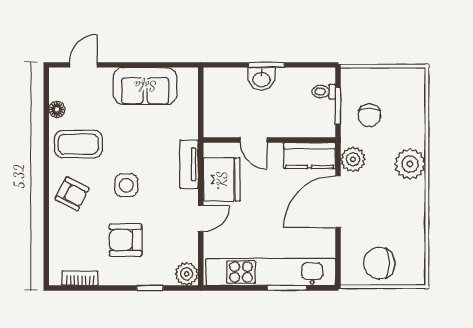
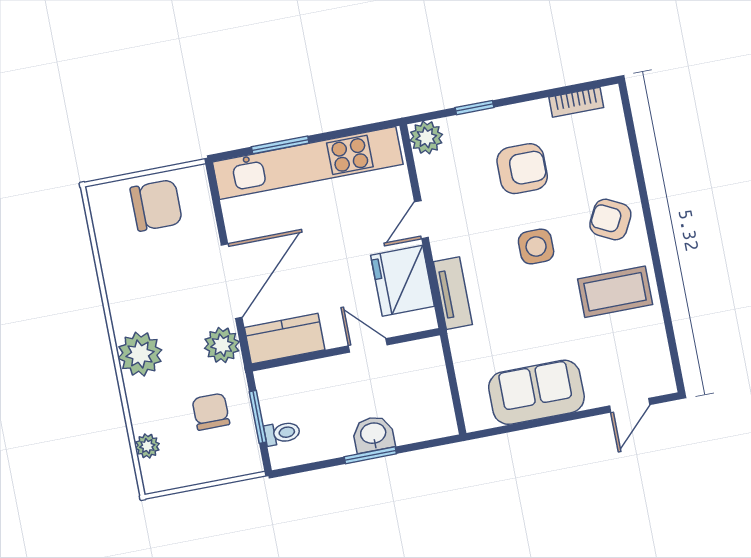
plant: (417, 100) -> (147, 446), added
floor lamp: (57, 109) -> (655, 335), removed

